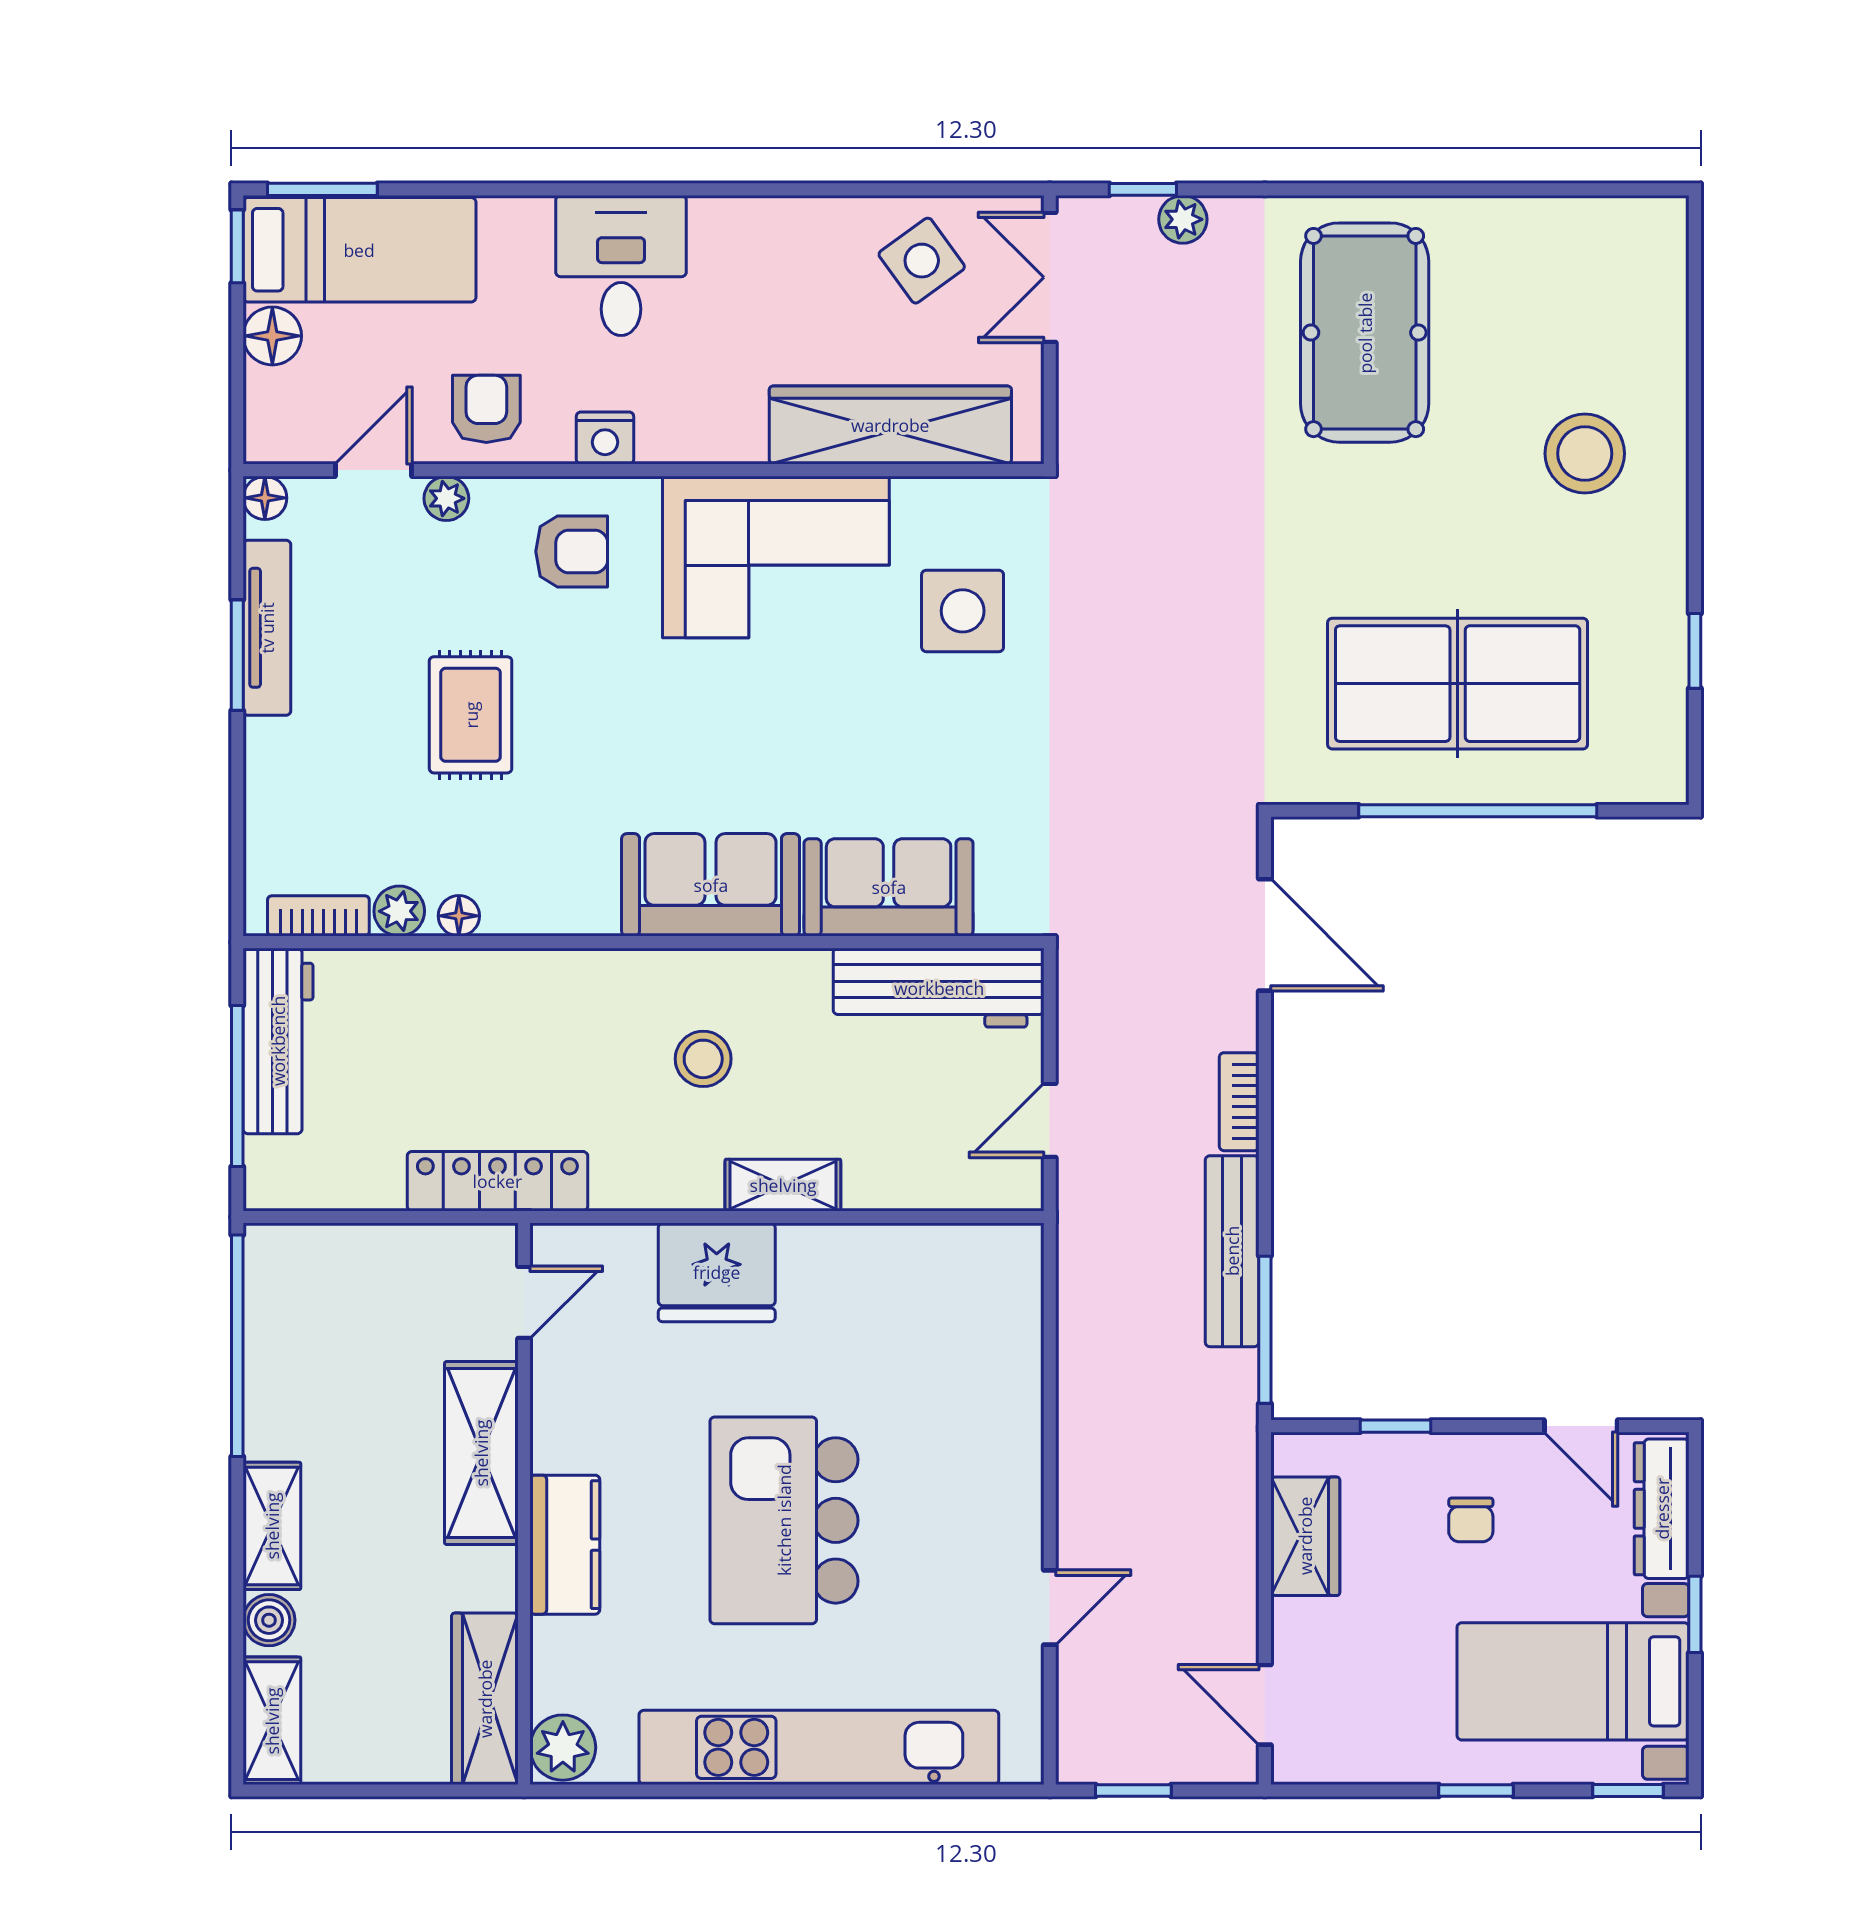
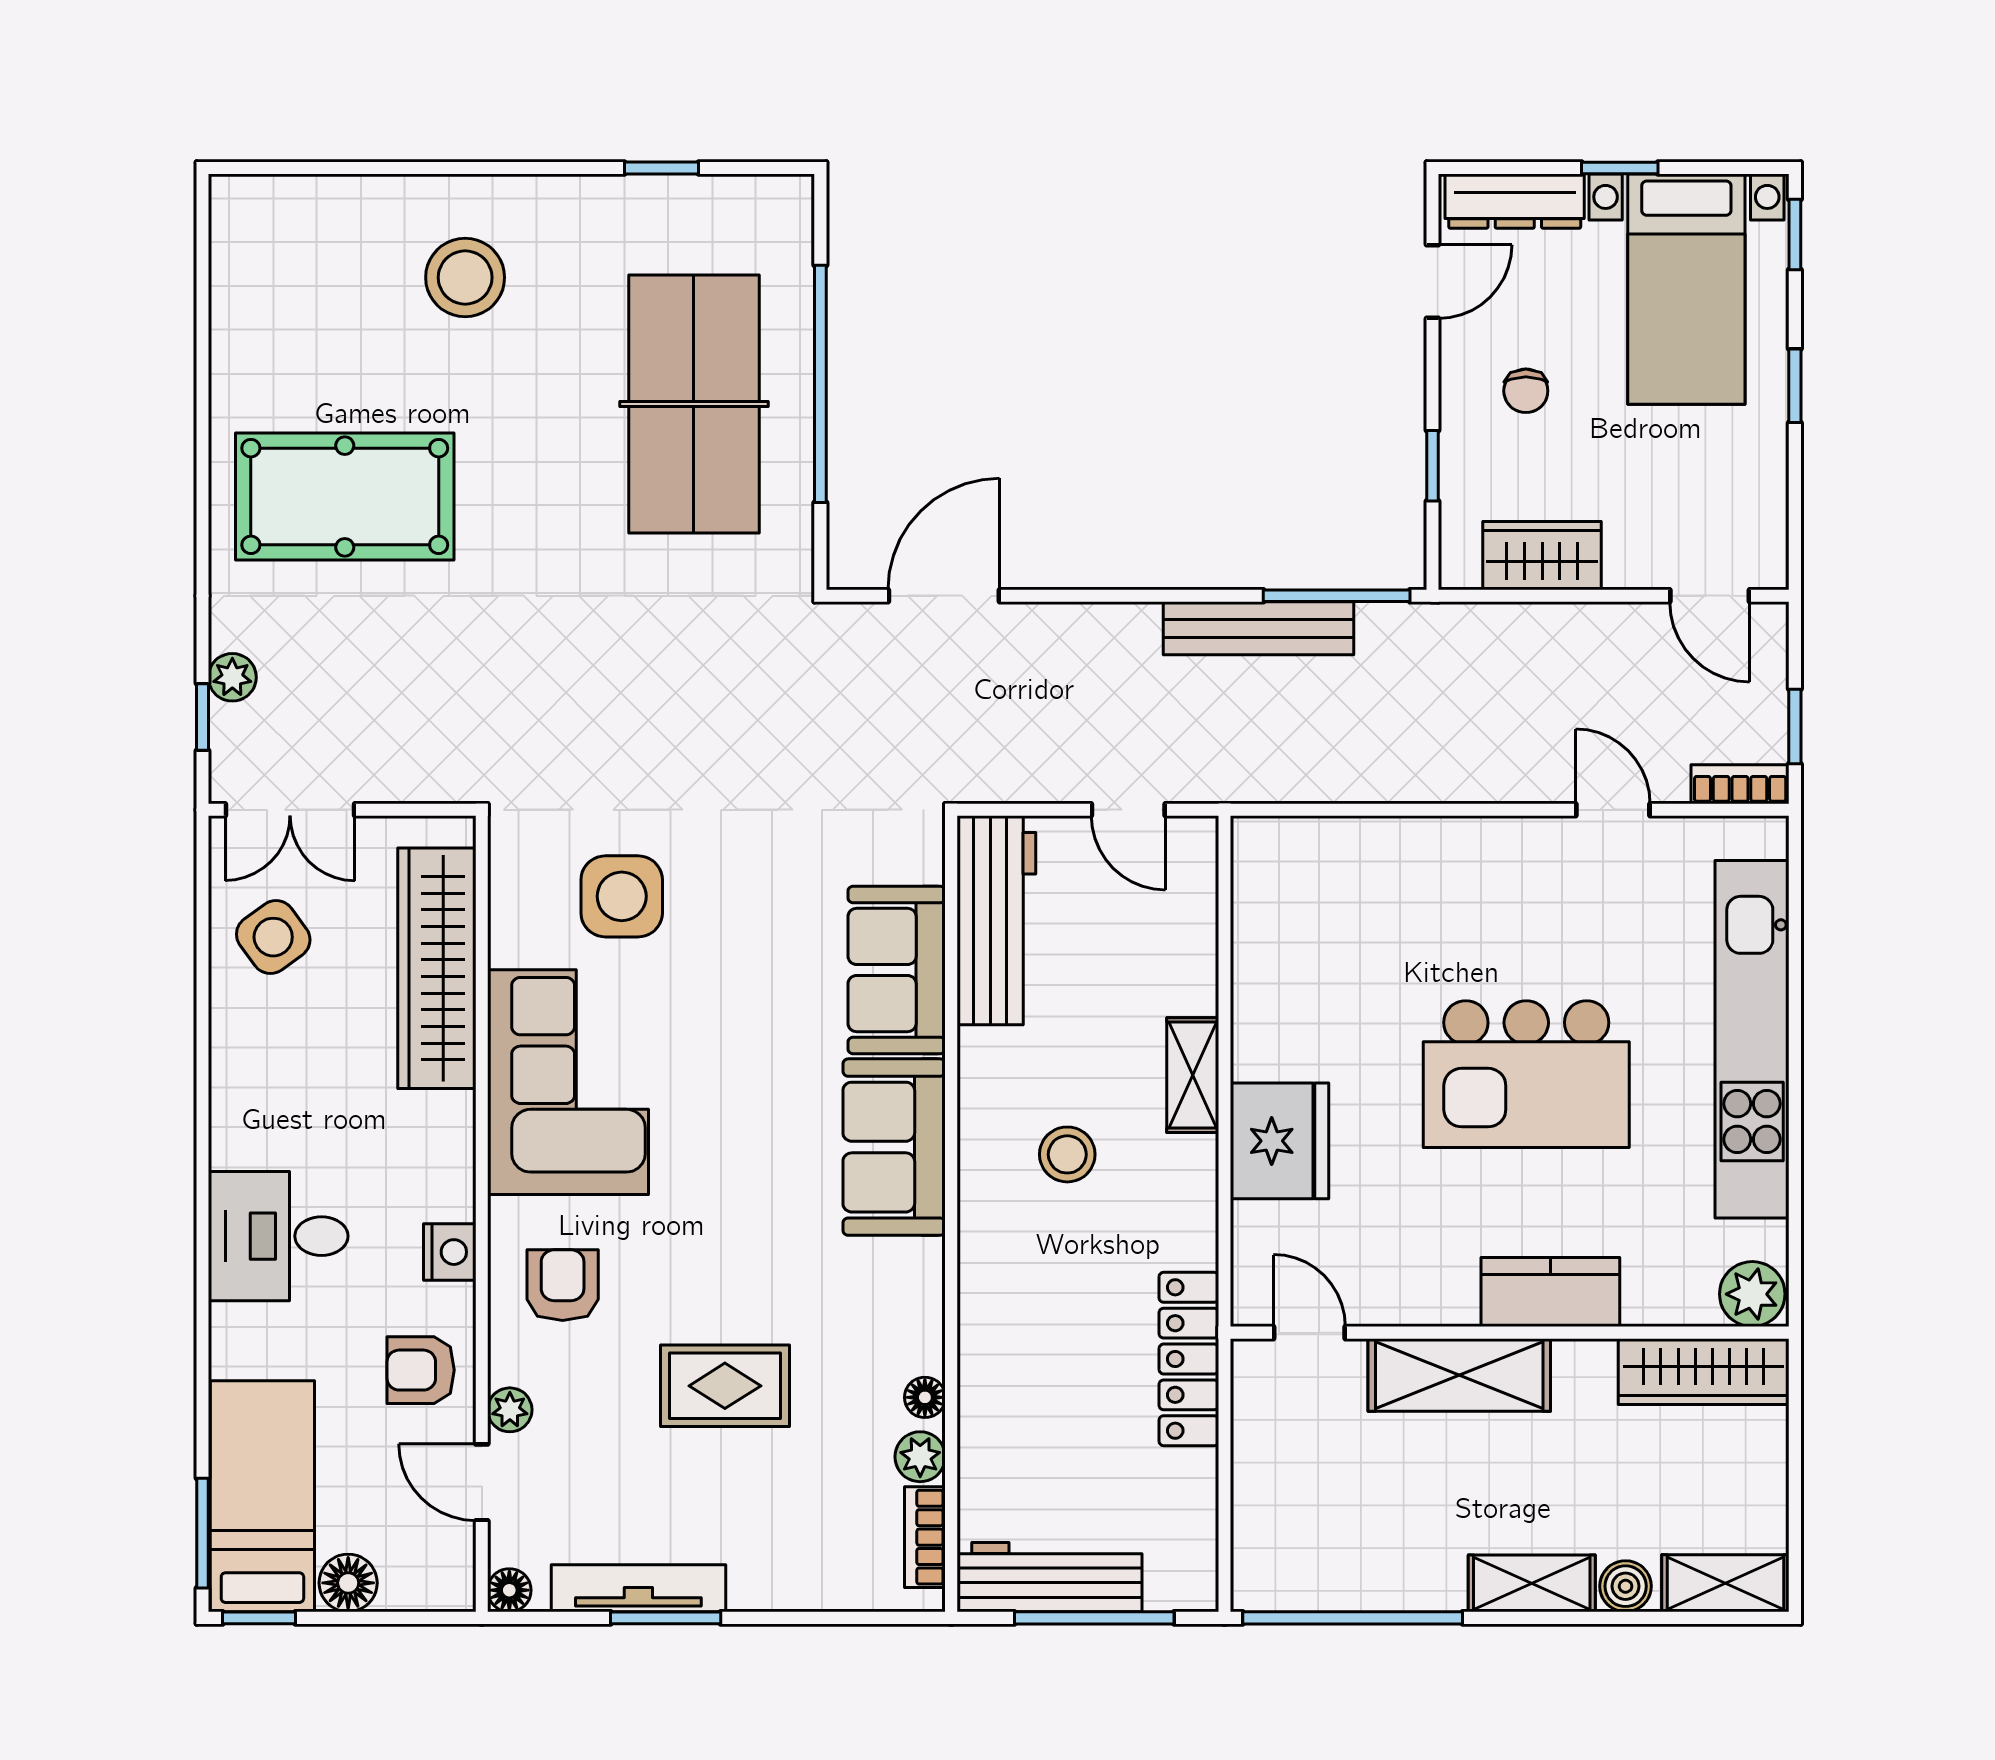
bookcase: (1239, 1102) -> (1740, 784), moved, turned 180
chair: (1471, 1520) -> (1526, 391), turned 90
door: (1265, 1705) -> (1710, 596), hinge flipped

